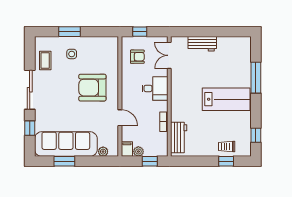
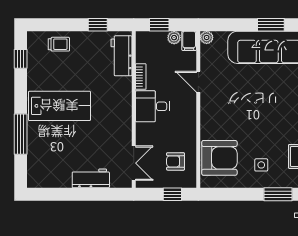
window: (70, 32) -> (278, 194), moved
armchair: (92, 88) -> (219, 158), moved
desk: (155, 88) -> (152, 106), moved
lab bench: (226, 99) -> (59, 106), turned 180
plant: (103, 152) -> (207, 37), moved
window: (226, 161) -> (98, 25), moved

